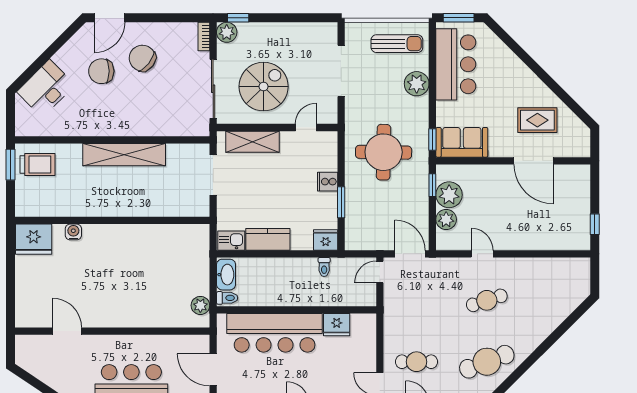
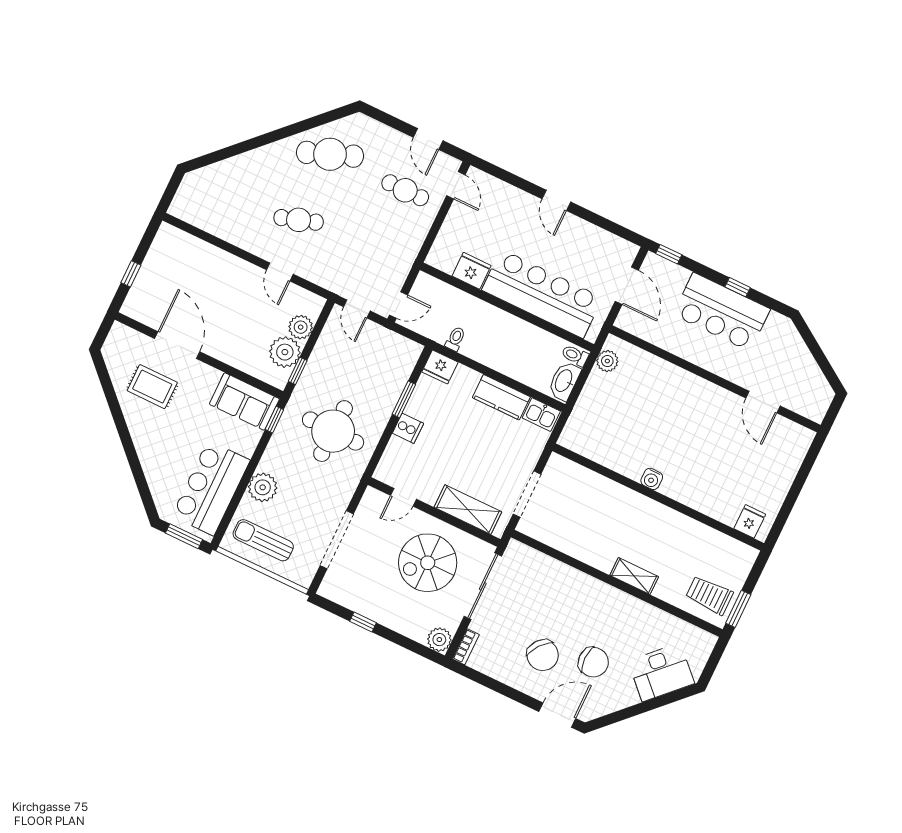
window: (238, 18) -> (363, 622), moved
shelving: (124, 155) -> (634, 576), width x0.45, depth x0.75
window: (595, 224) -> (131, 274), moved
water cooler: (73, 232) -> (652, 479), moved
fridge: (34, 239) -> (750, 521), width x0.53, depth x0.75
door: (410, 254) -> (357, 309), width x0.73

